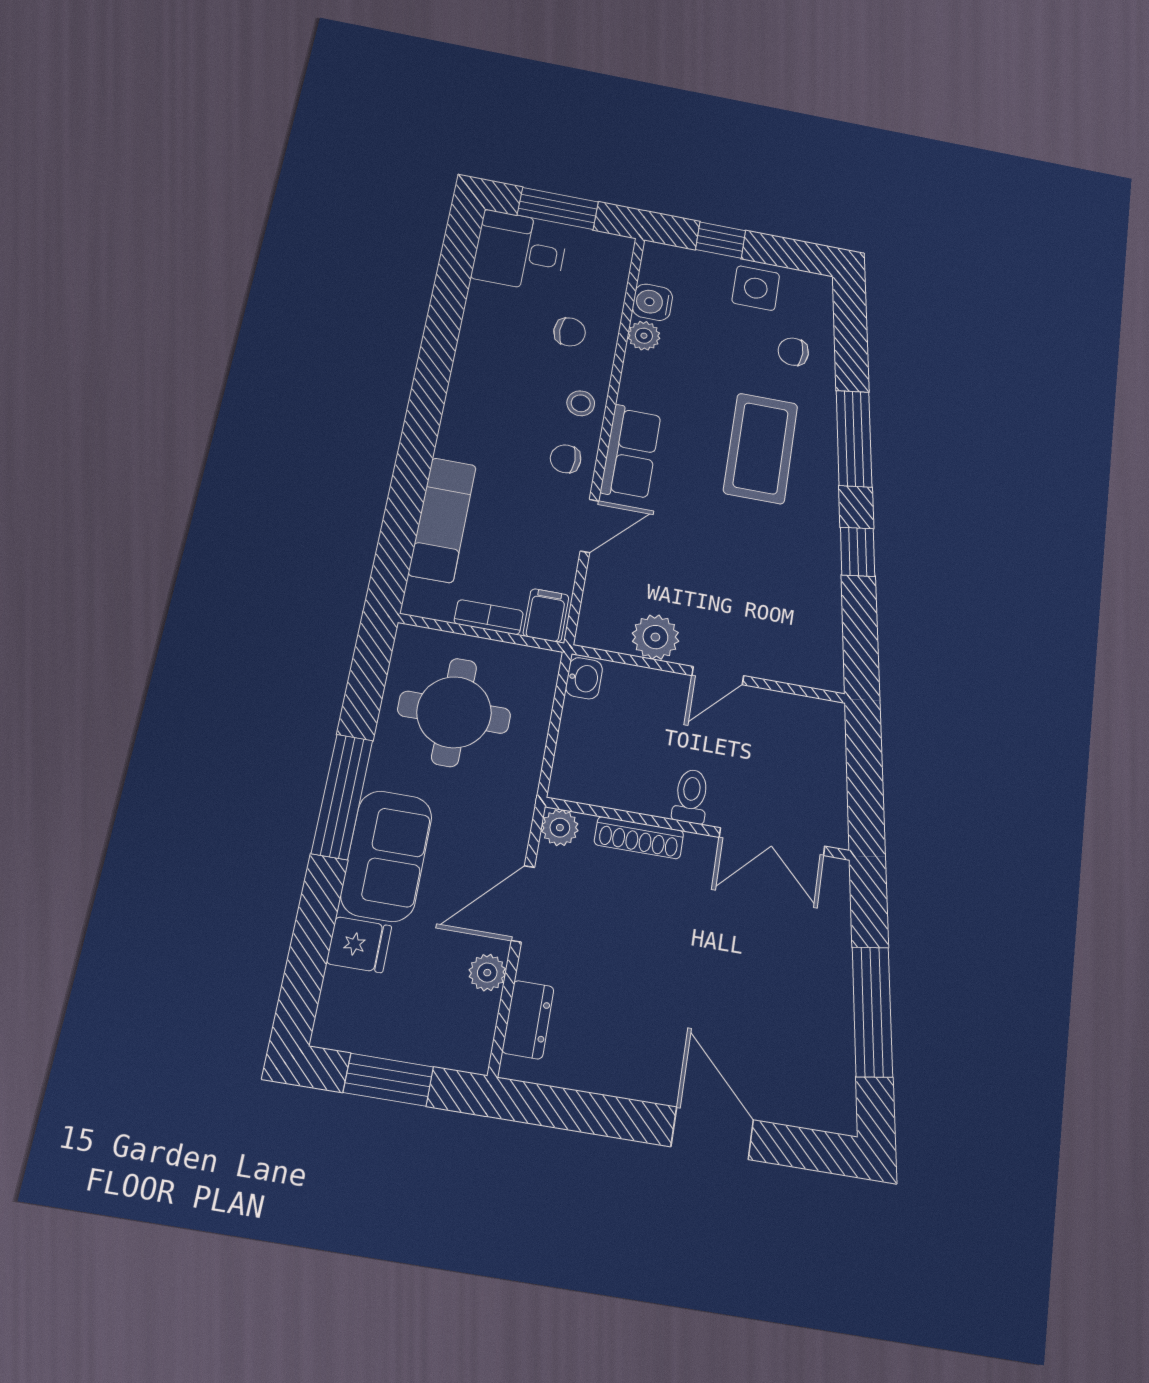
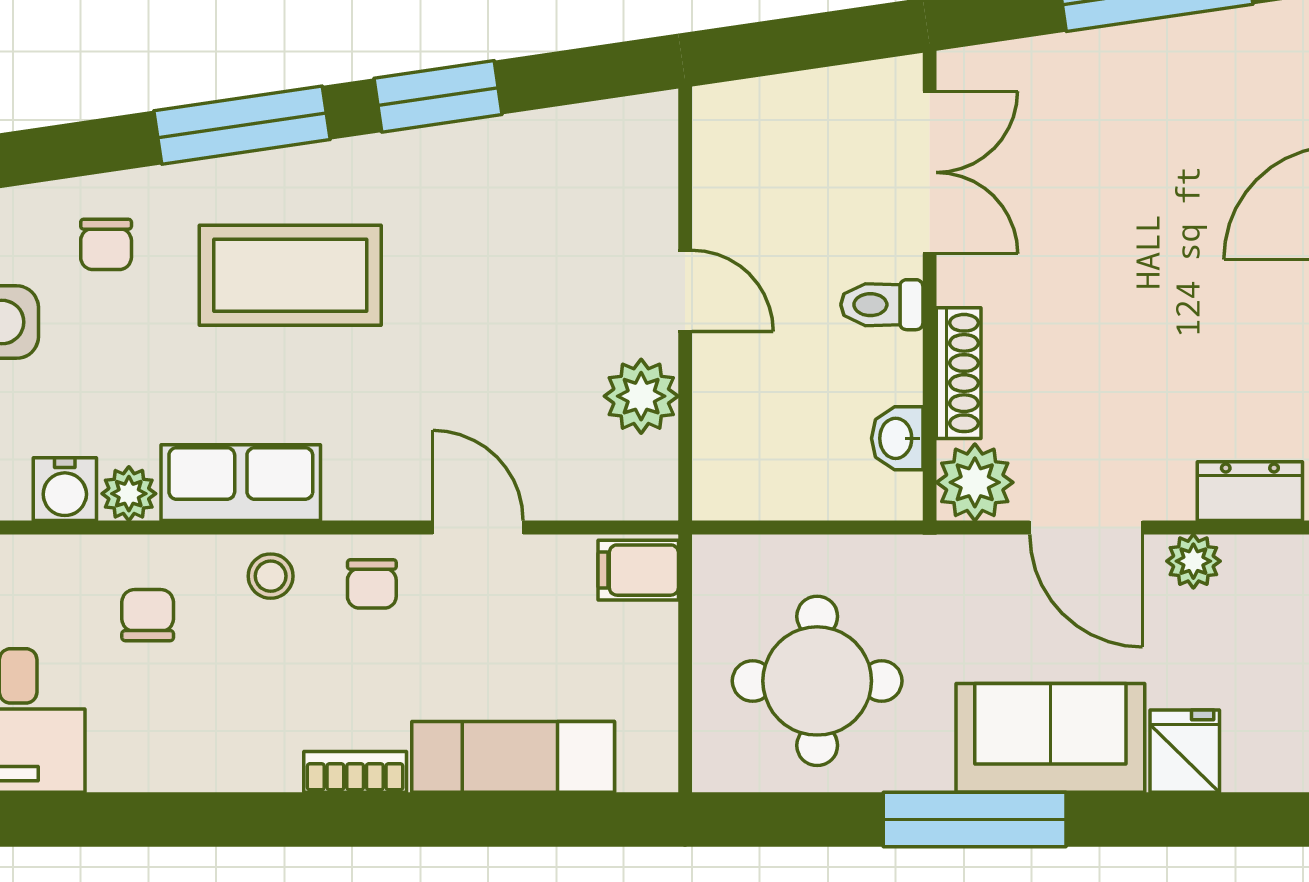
row of seats: (631, 453) -> (241, 483), moved
window: (858, 552) -> (438, 96), width x1.50
bookcase: (489, 617) -> (355, 772), moved, turned 90
washbasin: (584, 678) -> (897, 438), moved, turned -90
plant: (560, 828) -> (975, 482), width x1.38, depth x1.38

